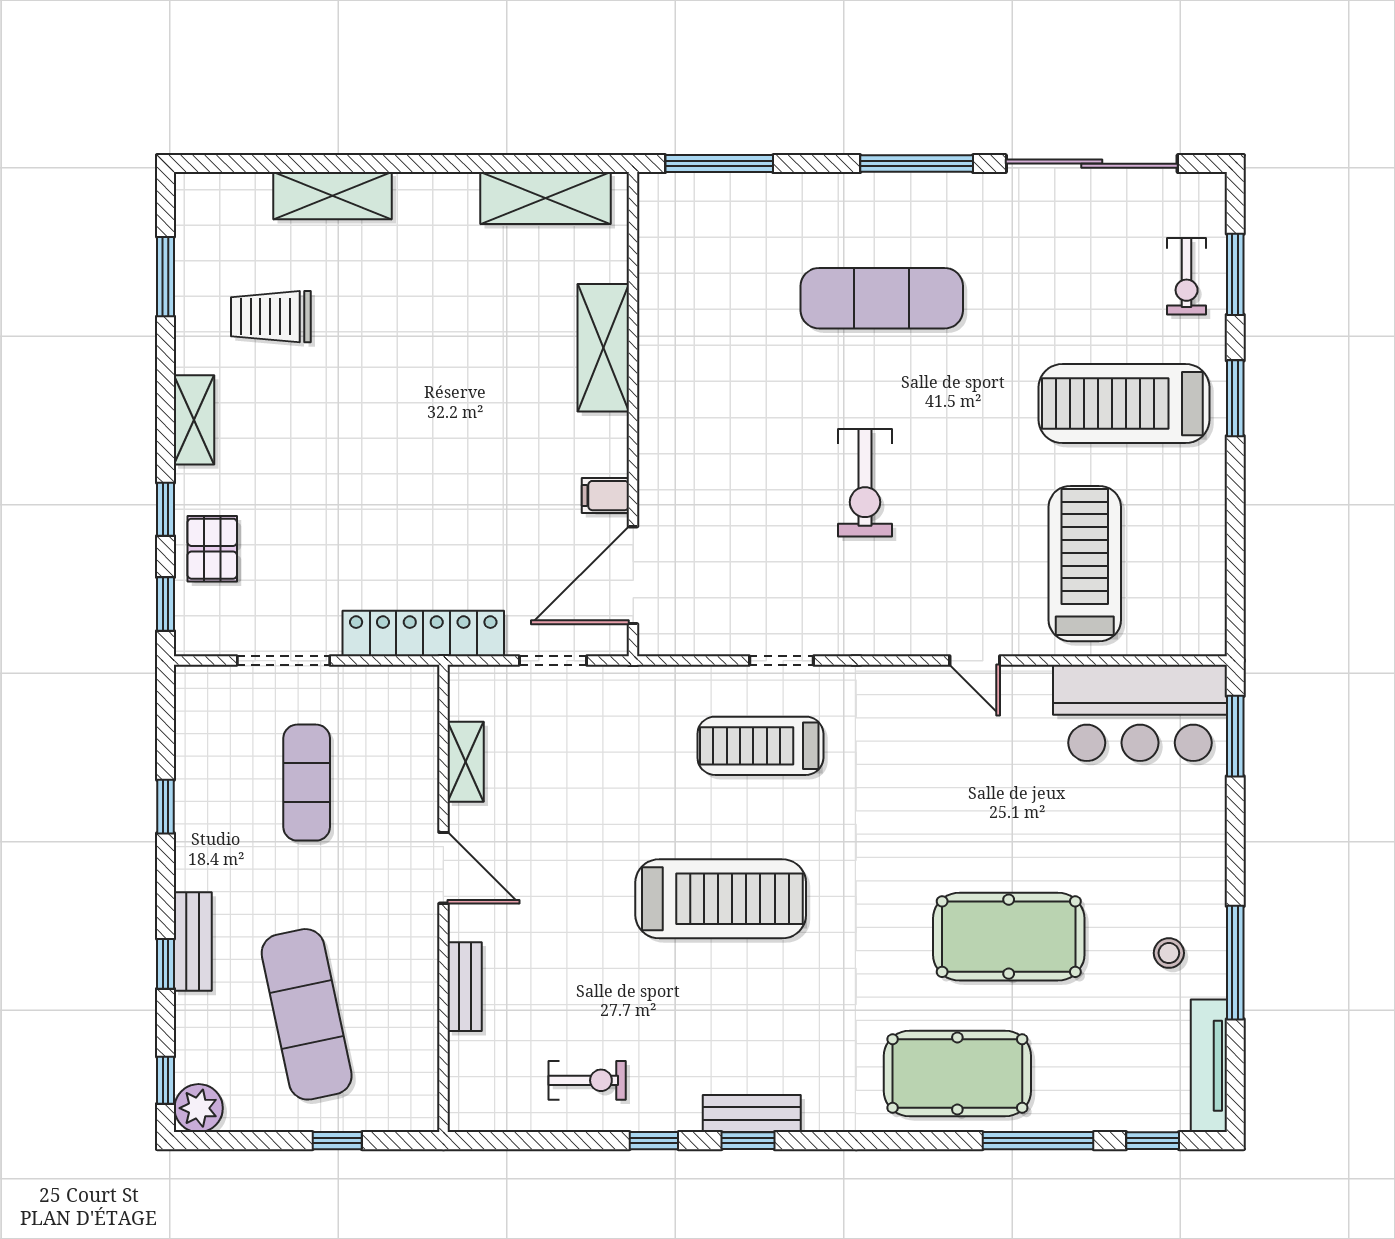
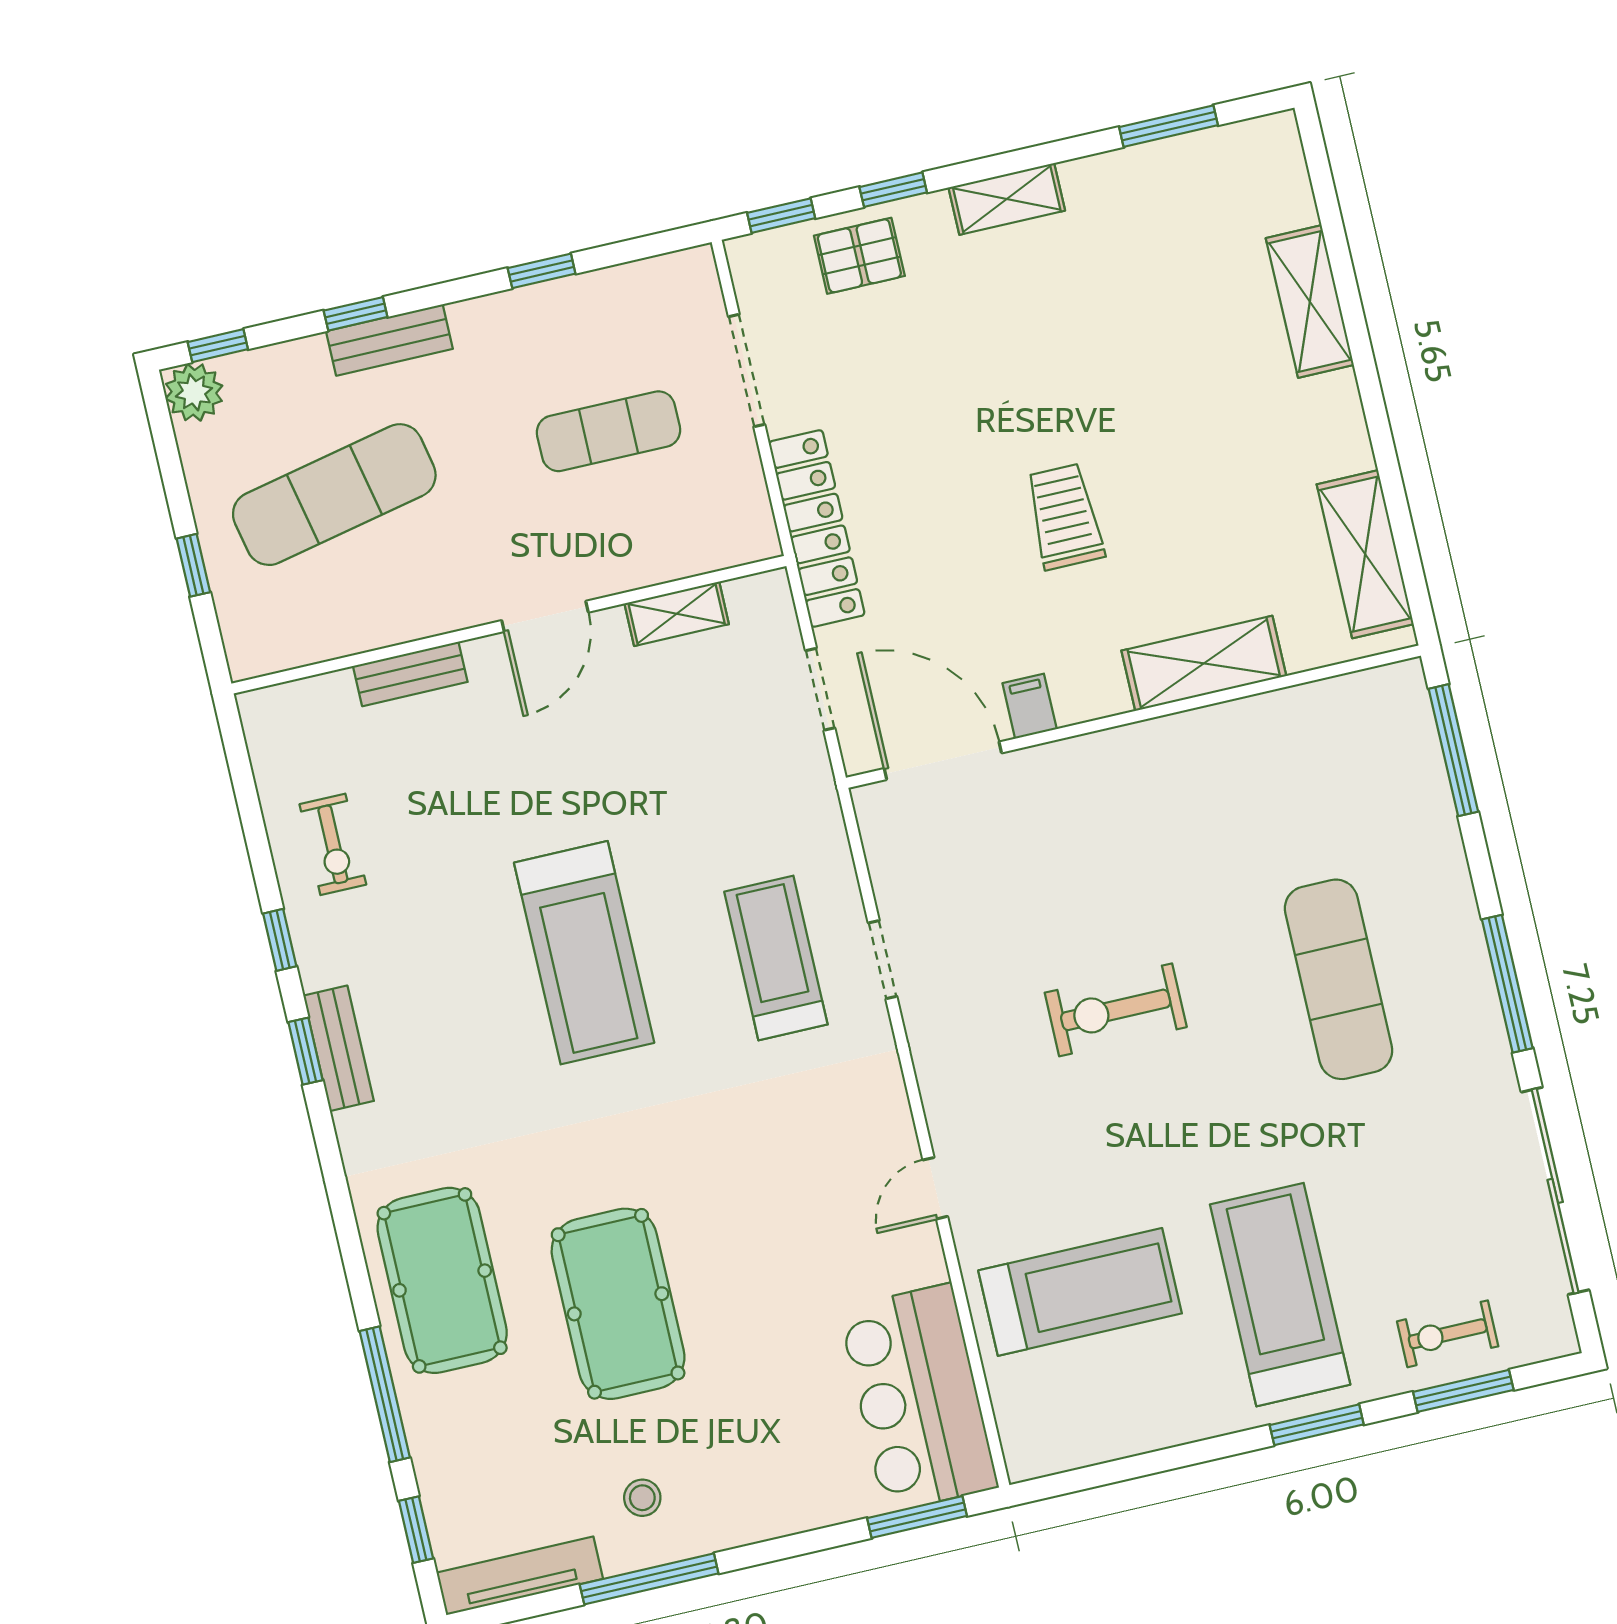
trolley: (271, 317) -> (1065, 517), moved

